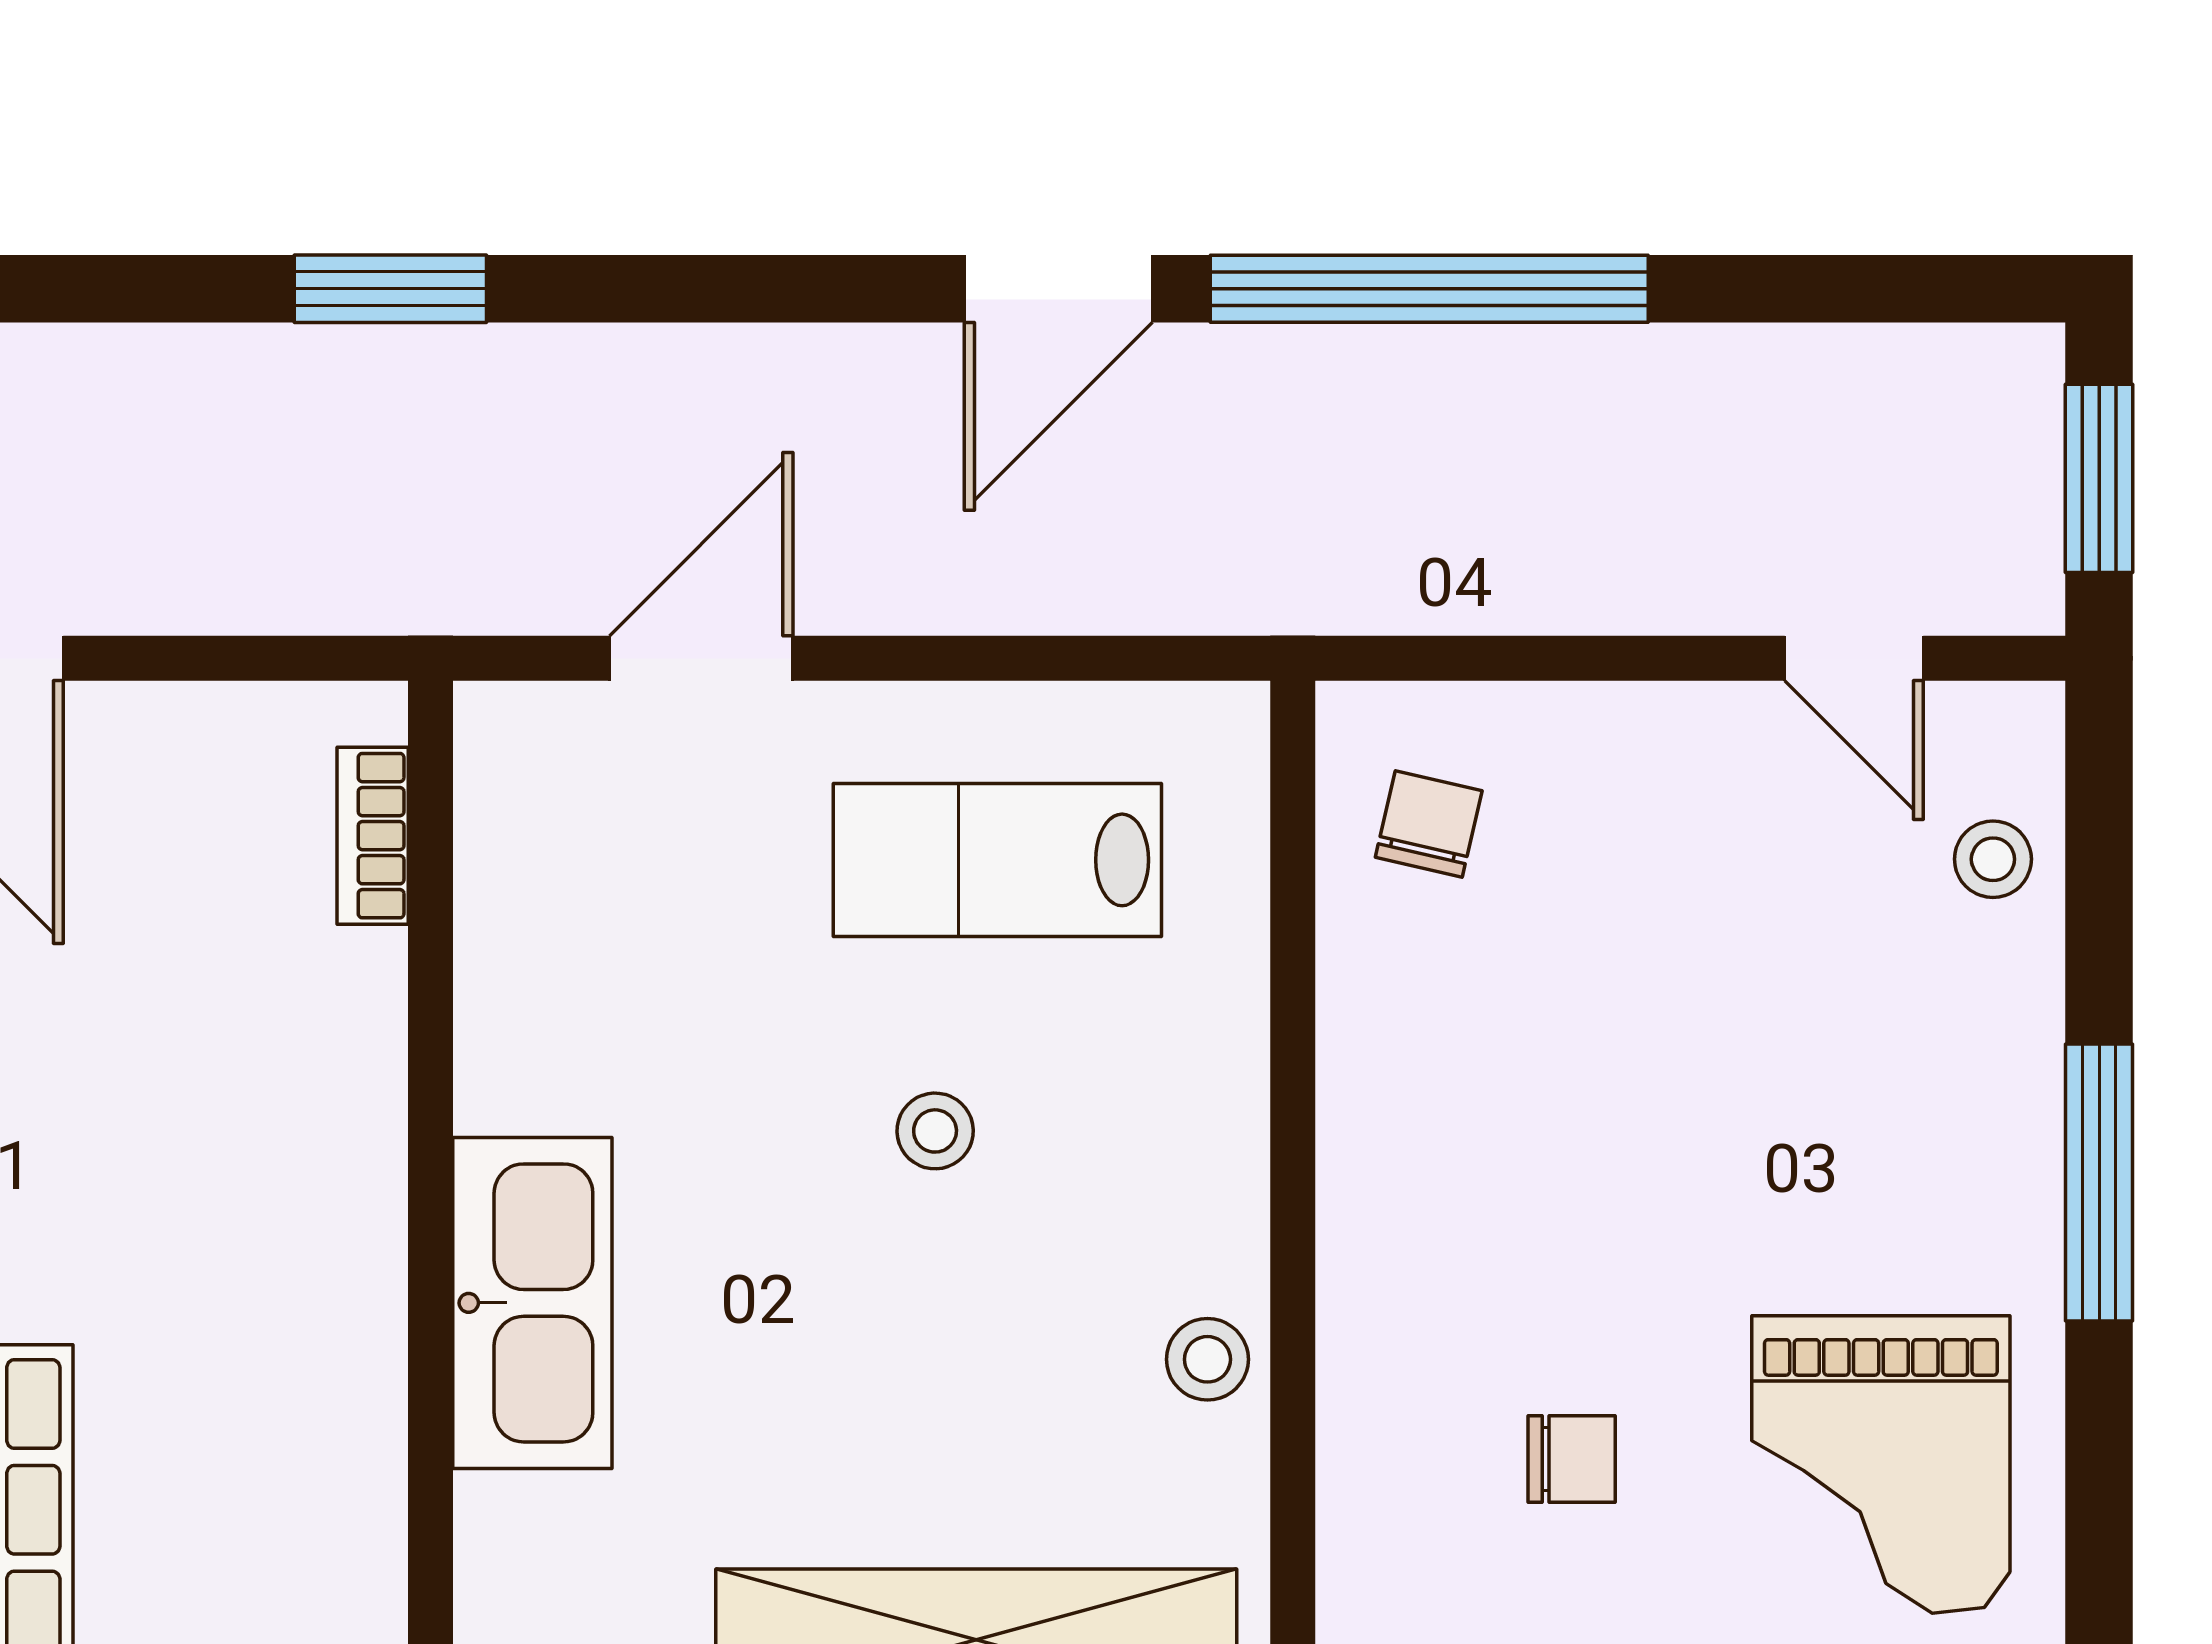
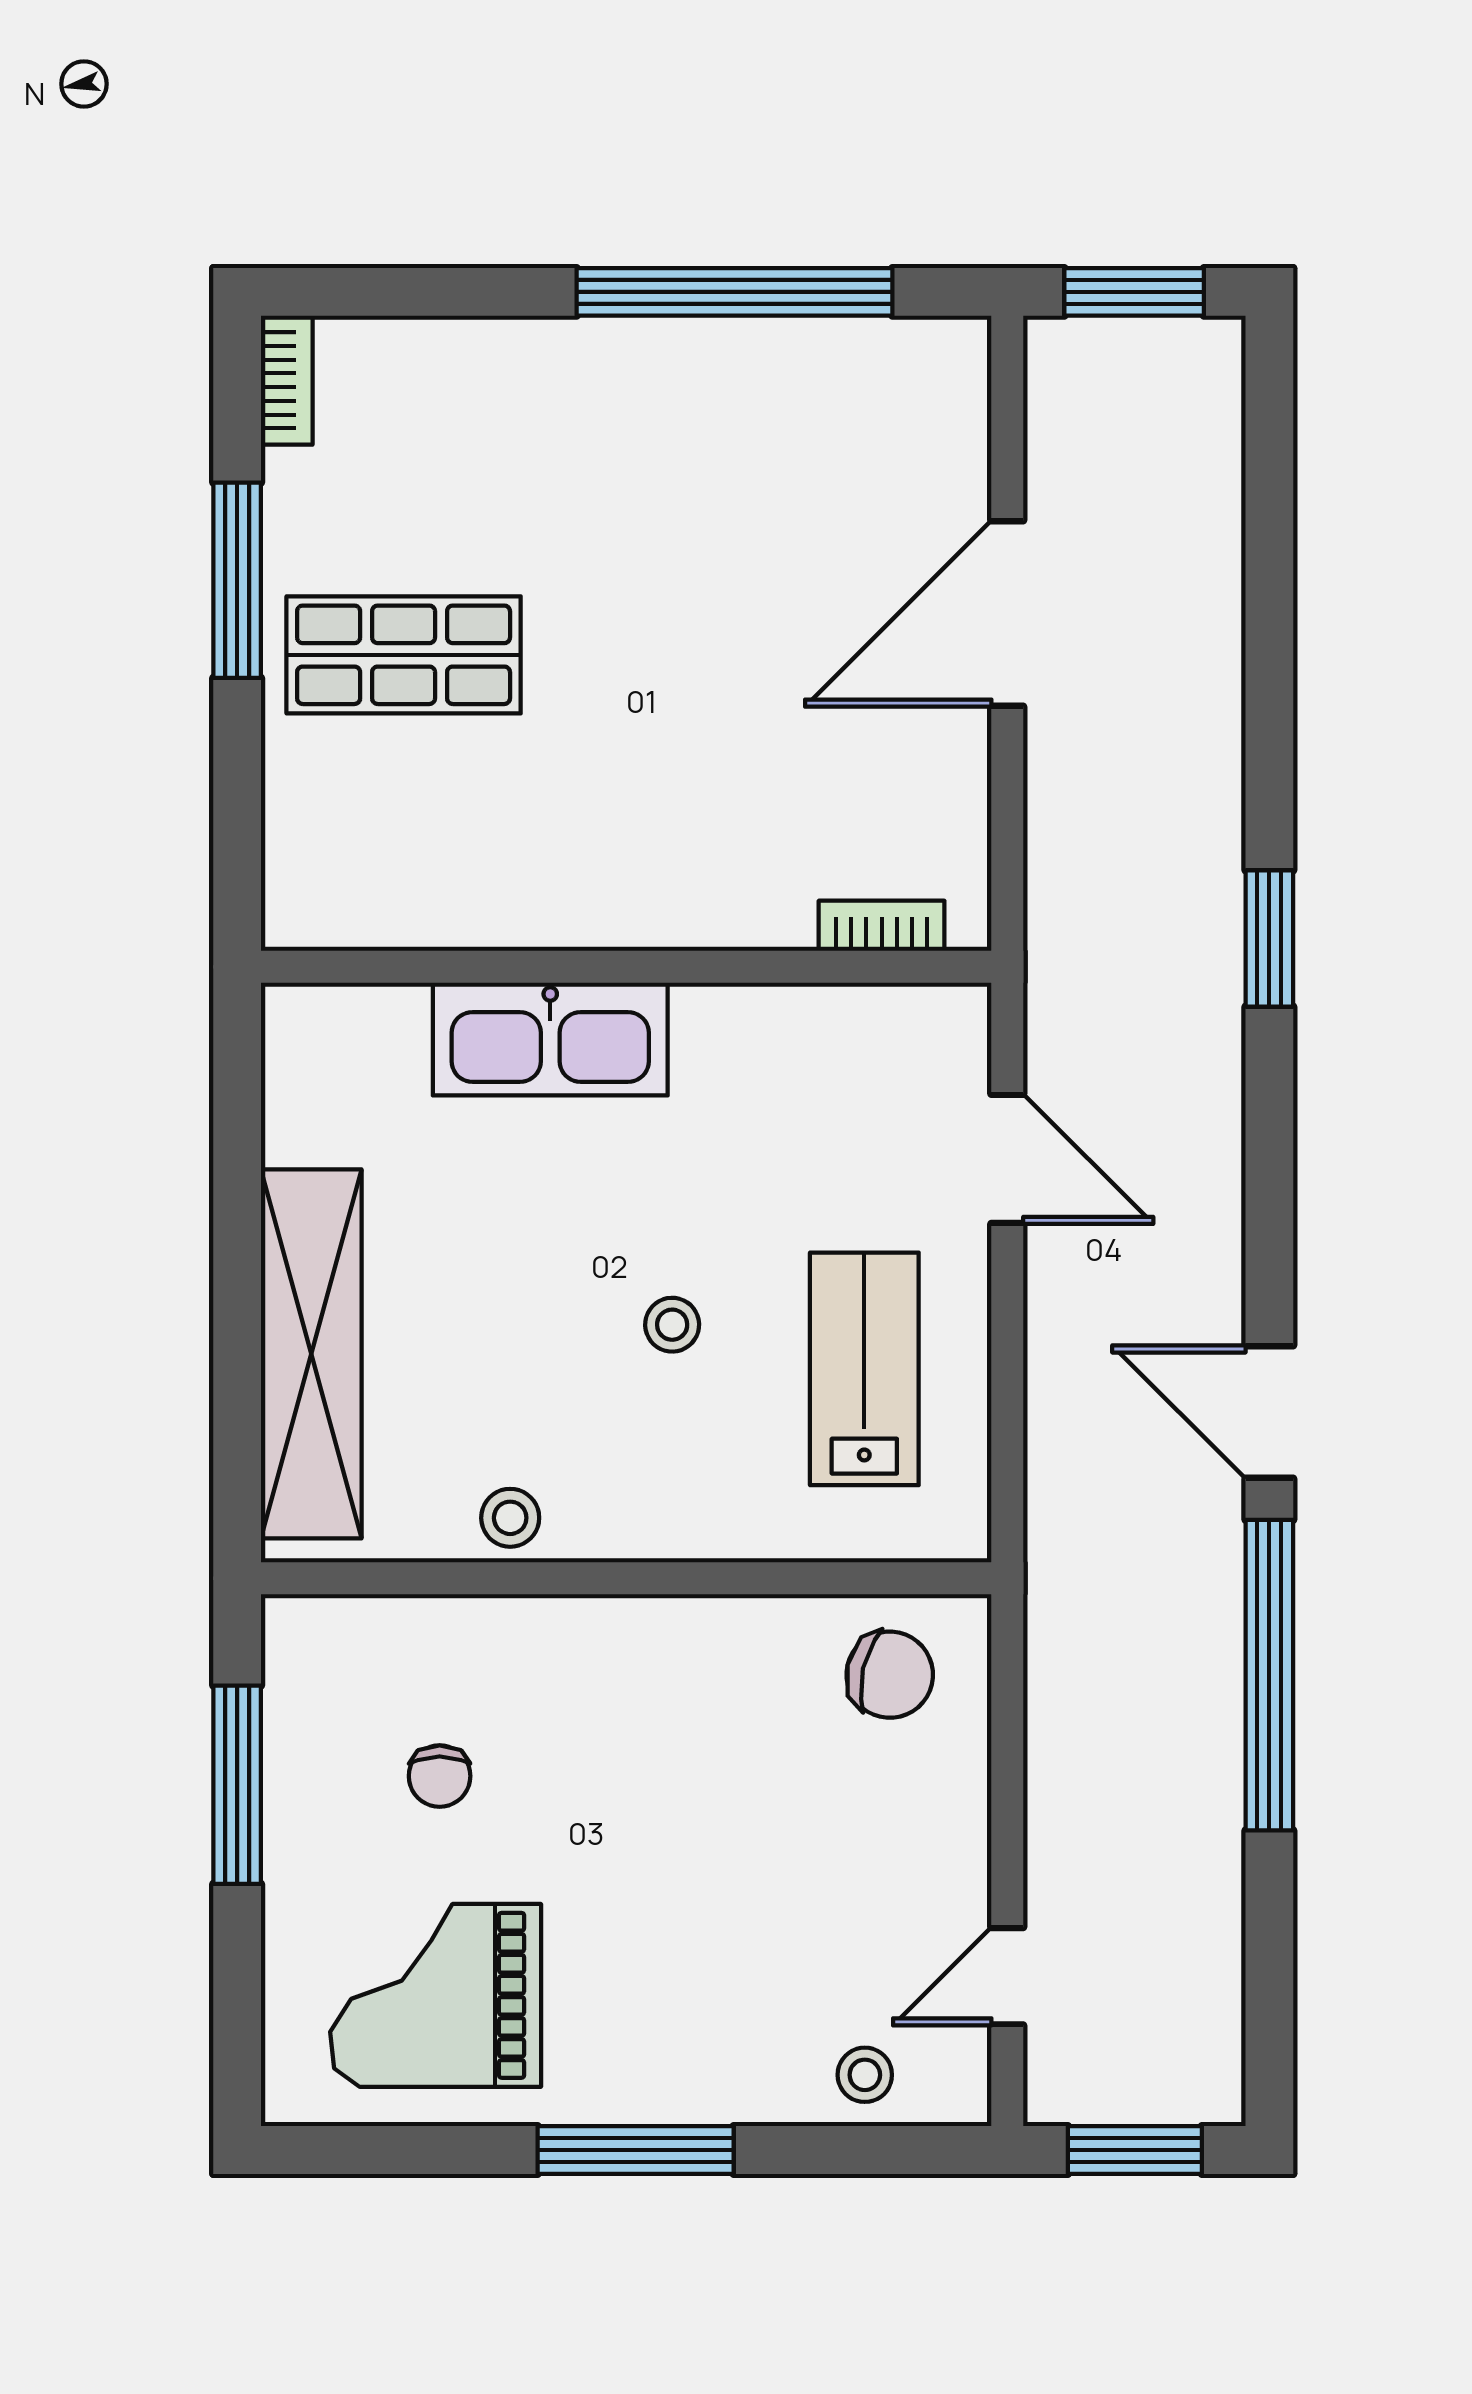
chair: (1429, 824) -> (890, 1675), width x1.37, depth x1.37

